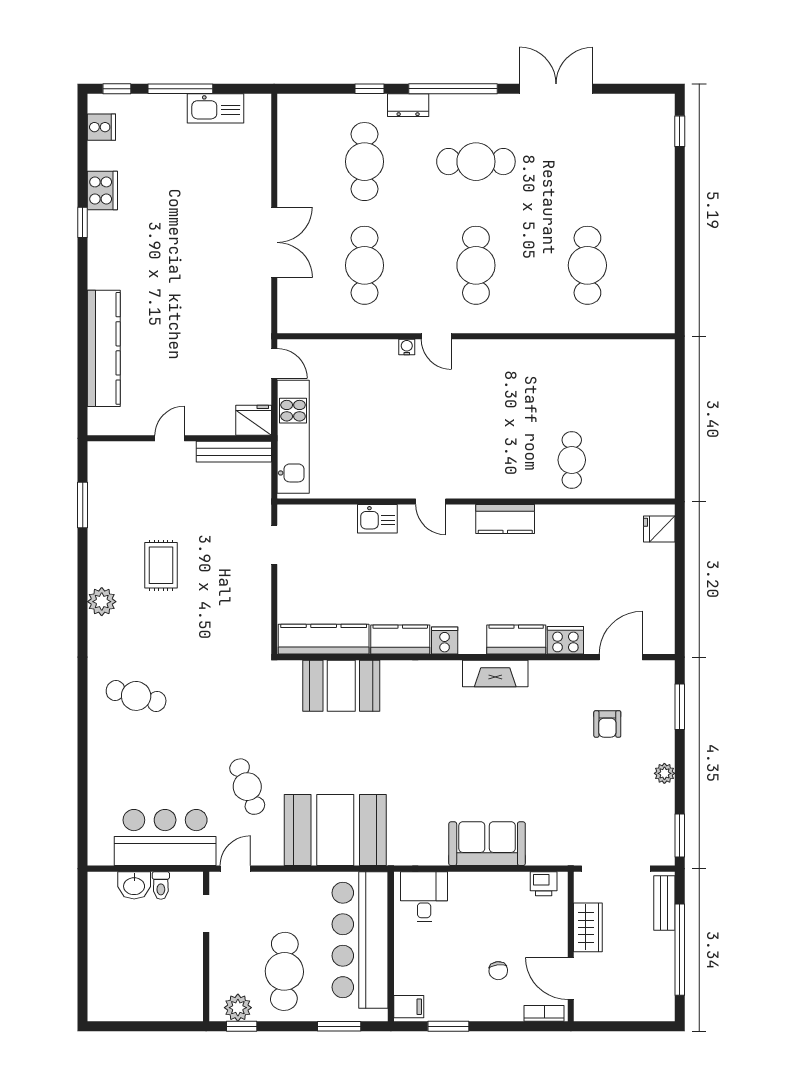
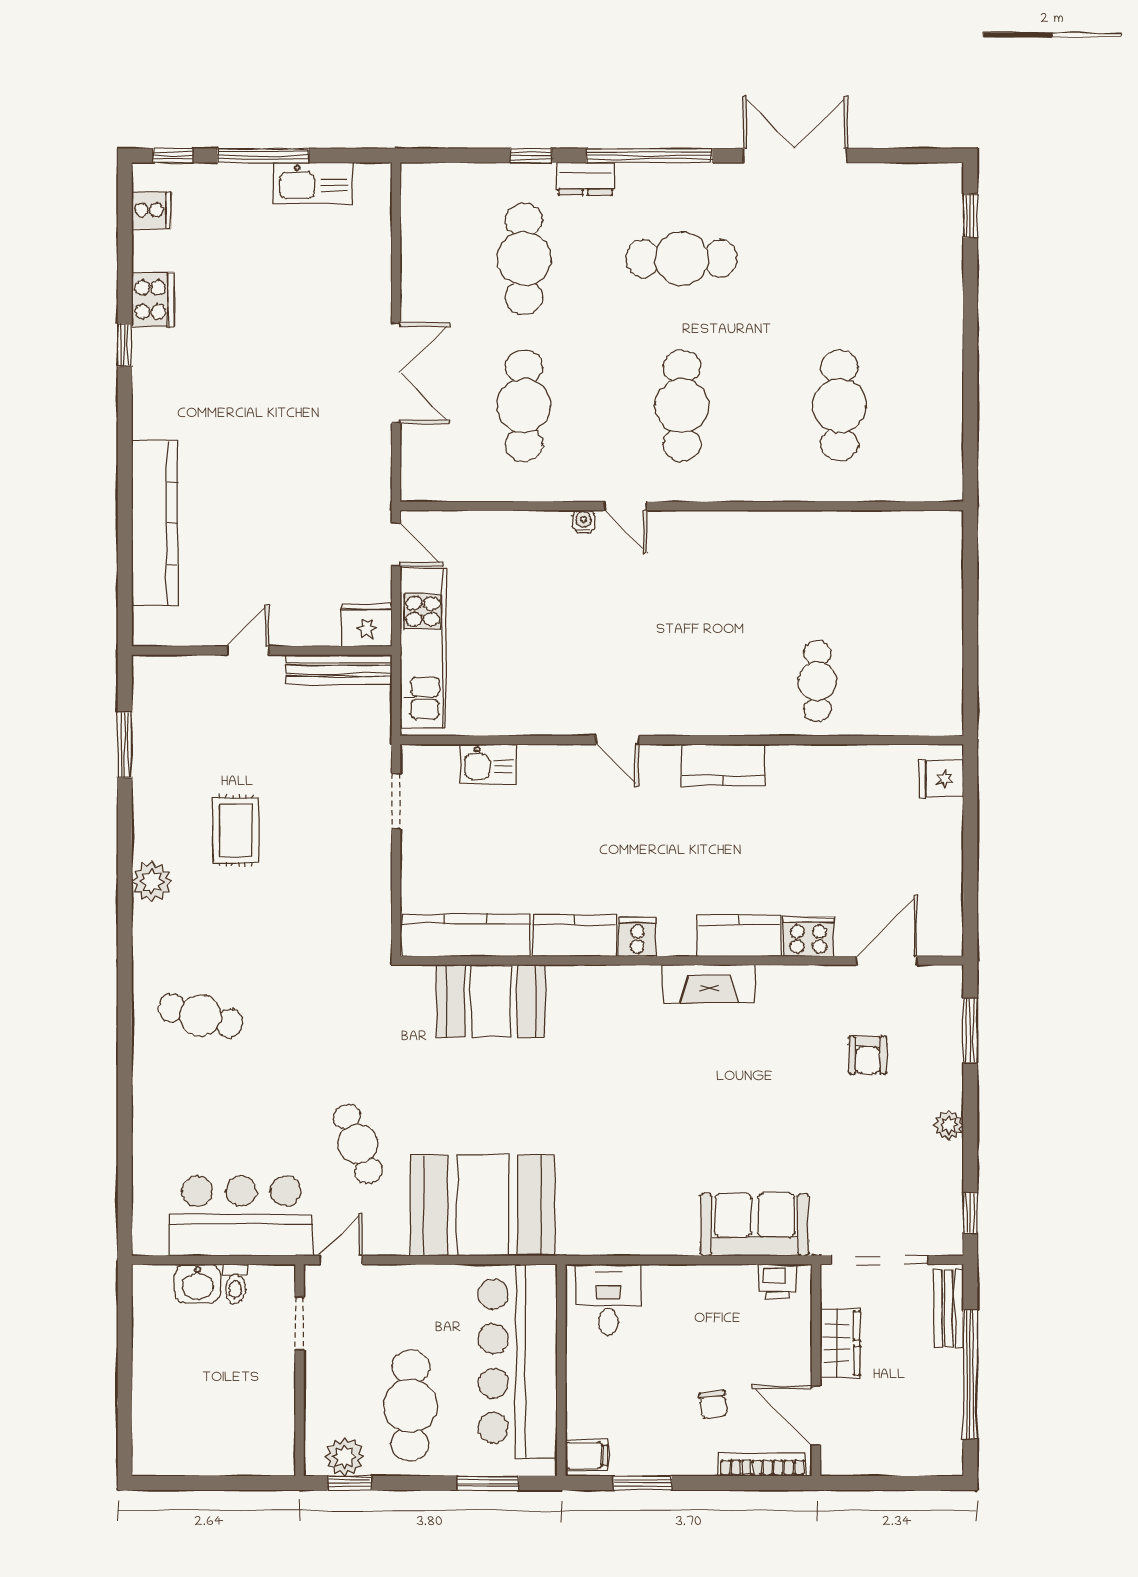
kitchen sink: (377, 519) -> (488, 764), moved
window: (680, 836) -> (970, 1213), width x0.67
sofa: (487, 844) -> (755, 1225), moved
bookcase: (544, 1013) -> (762, 1465), width x1.56

